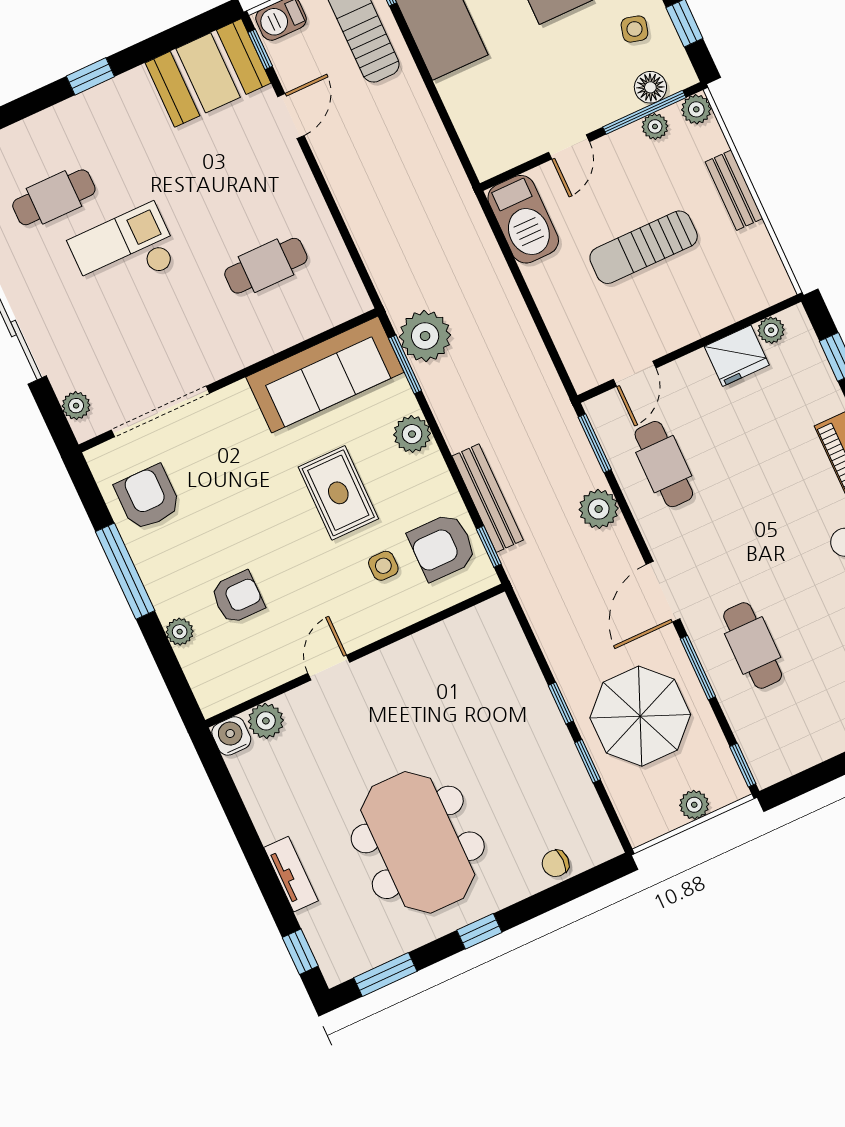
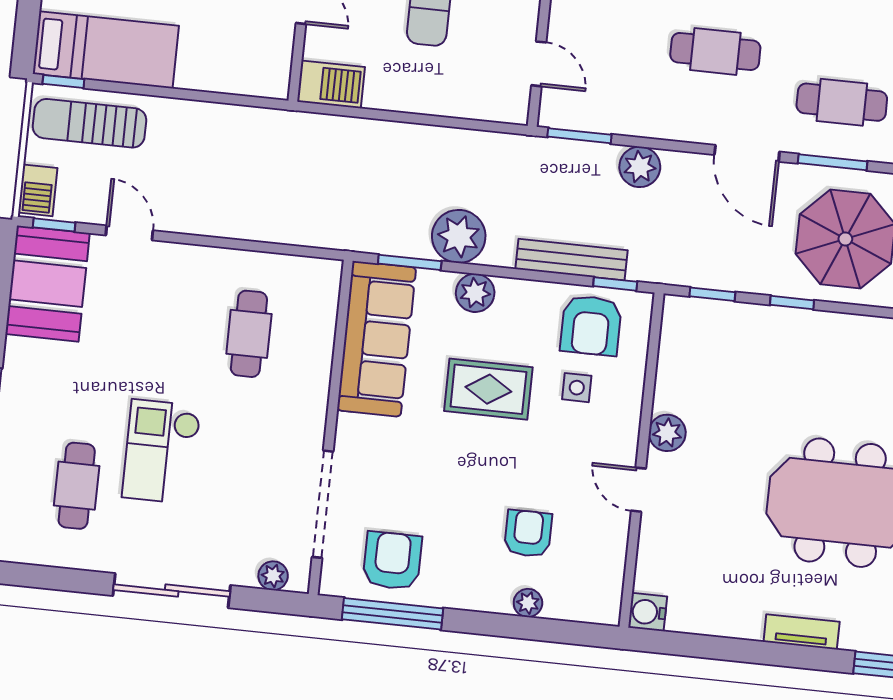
barbecue: (523, 219) -> (331, 84), width x0.73, depth x0.83
plant: (425, 336) -> (459, 236), moved
cafe table: (664, 464) -> (715, 51), moved
armchair: (148, 498) -> (392, 561), turned 90
window: (125, 571) -> (392, 614), moved
plant: (266, 721) -> (667, 433), moved
window: (588, 761) -> (712, 294), moved

